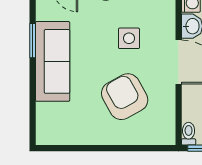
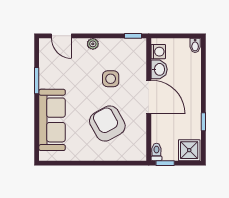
sofa: (53, 61) -> (52, 120), moved

